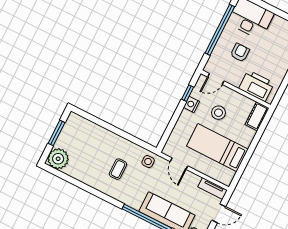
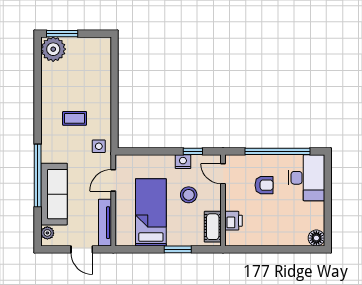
printer: (256, 86) -> (234, 221), width x0.53, depth x0.68
cot: (257, 116) -> (213, 227), moved, turned 90
window: (57, 133) -> (62, 34), moved
window: (255, 142) -> (178, 249), added
tv unit: (213, 189) -> (105, 223), width x1.41

